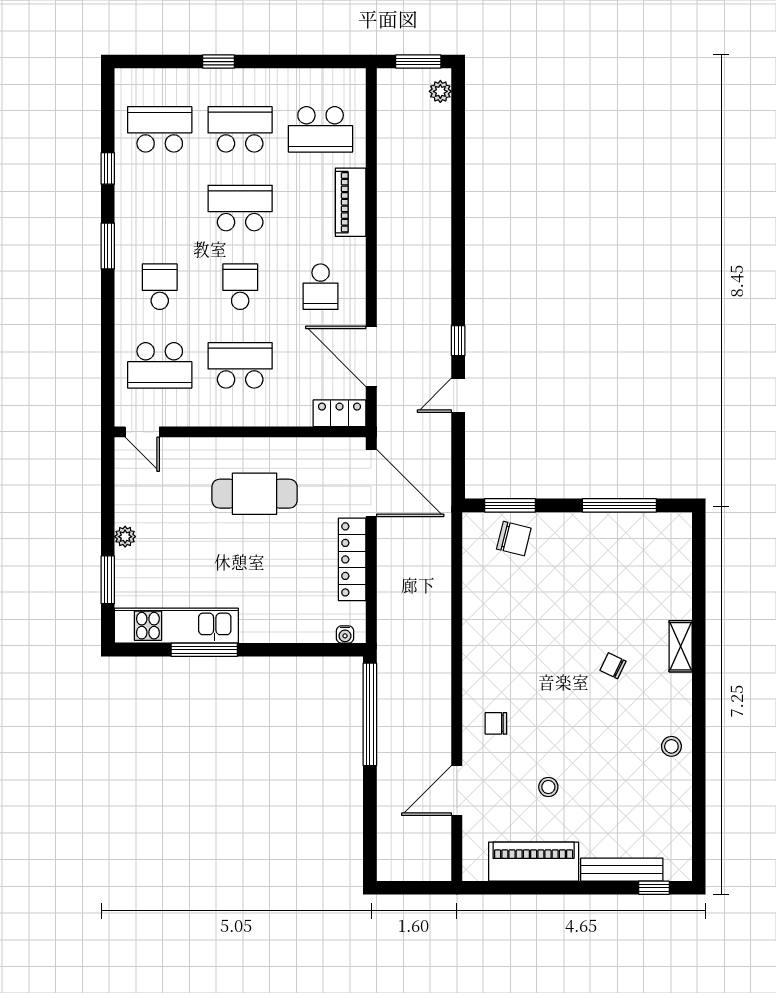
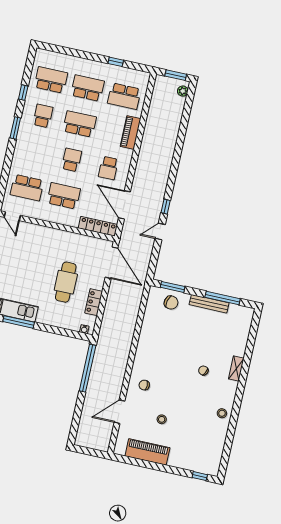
window: (219, 62) -> (116, 62), moved
school desk: (160, 287) -> (43, 116), moved
locker: (339, 413) -> (98, 226), width x1.53
cafe table: (255, 494) -> (66, 282), moved, turned 90
locker: (352, 559) -> (94, 302), width x0.66
bench: (622, 870) -> (209, 304), moved

